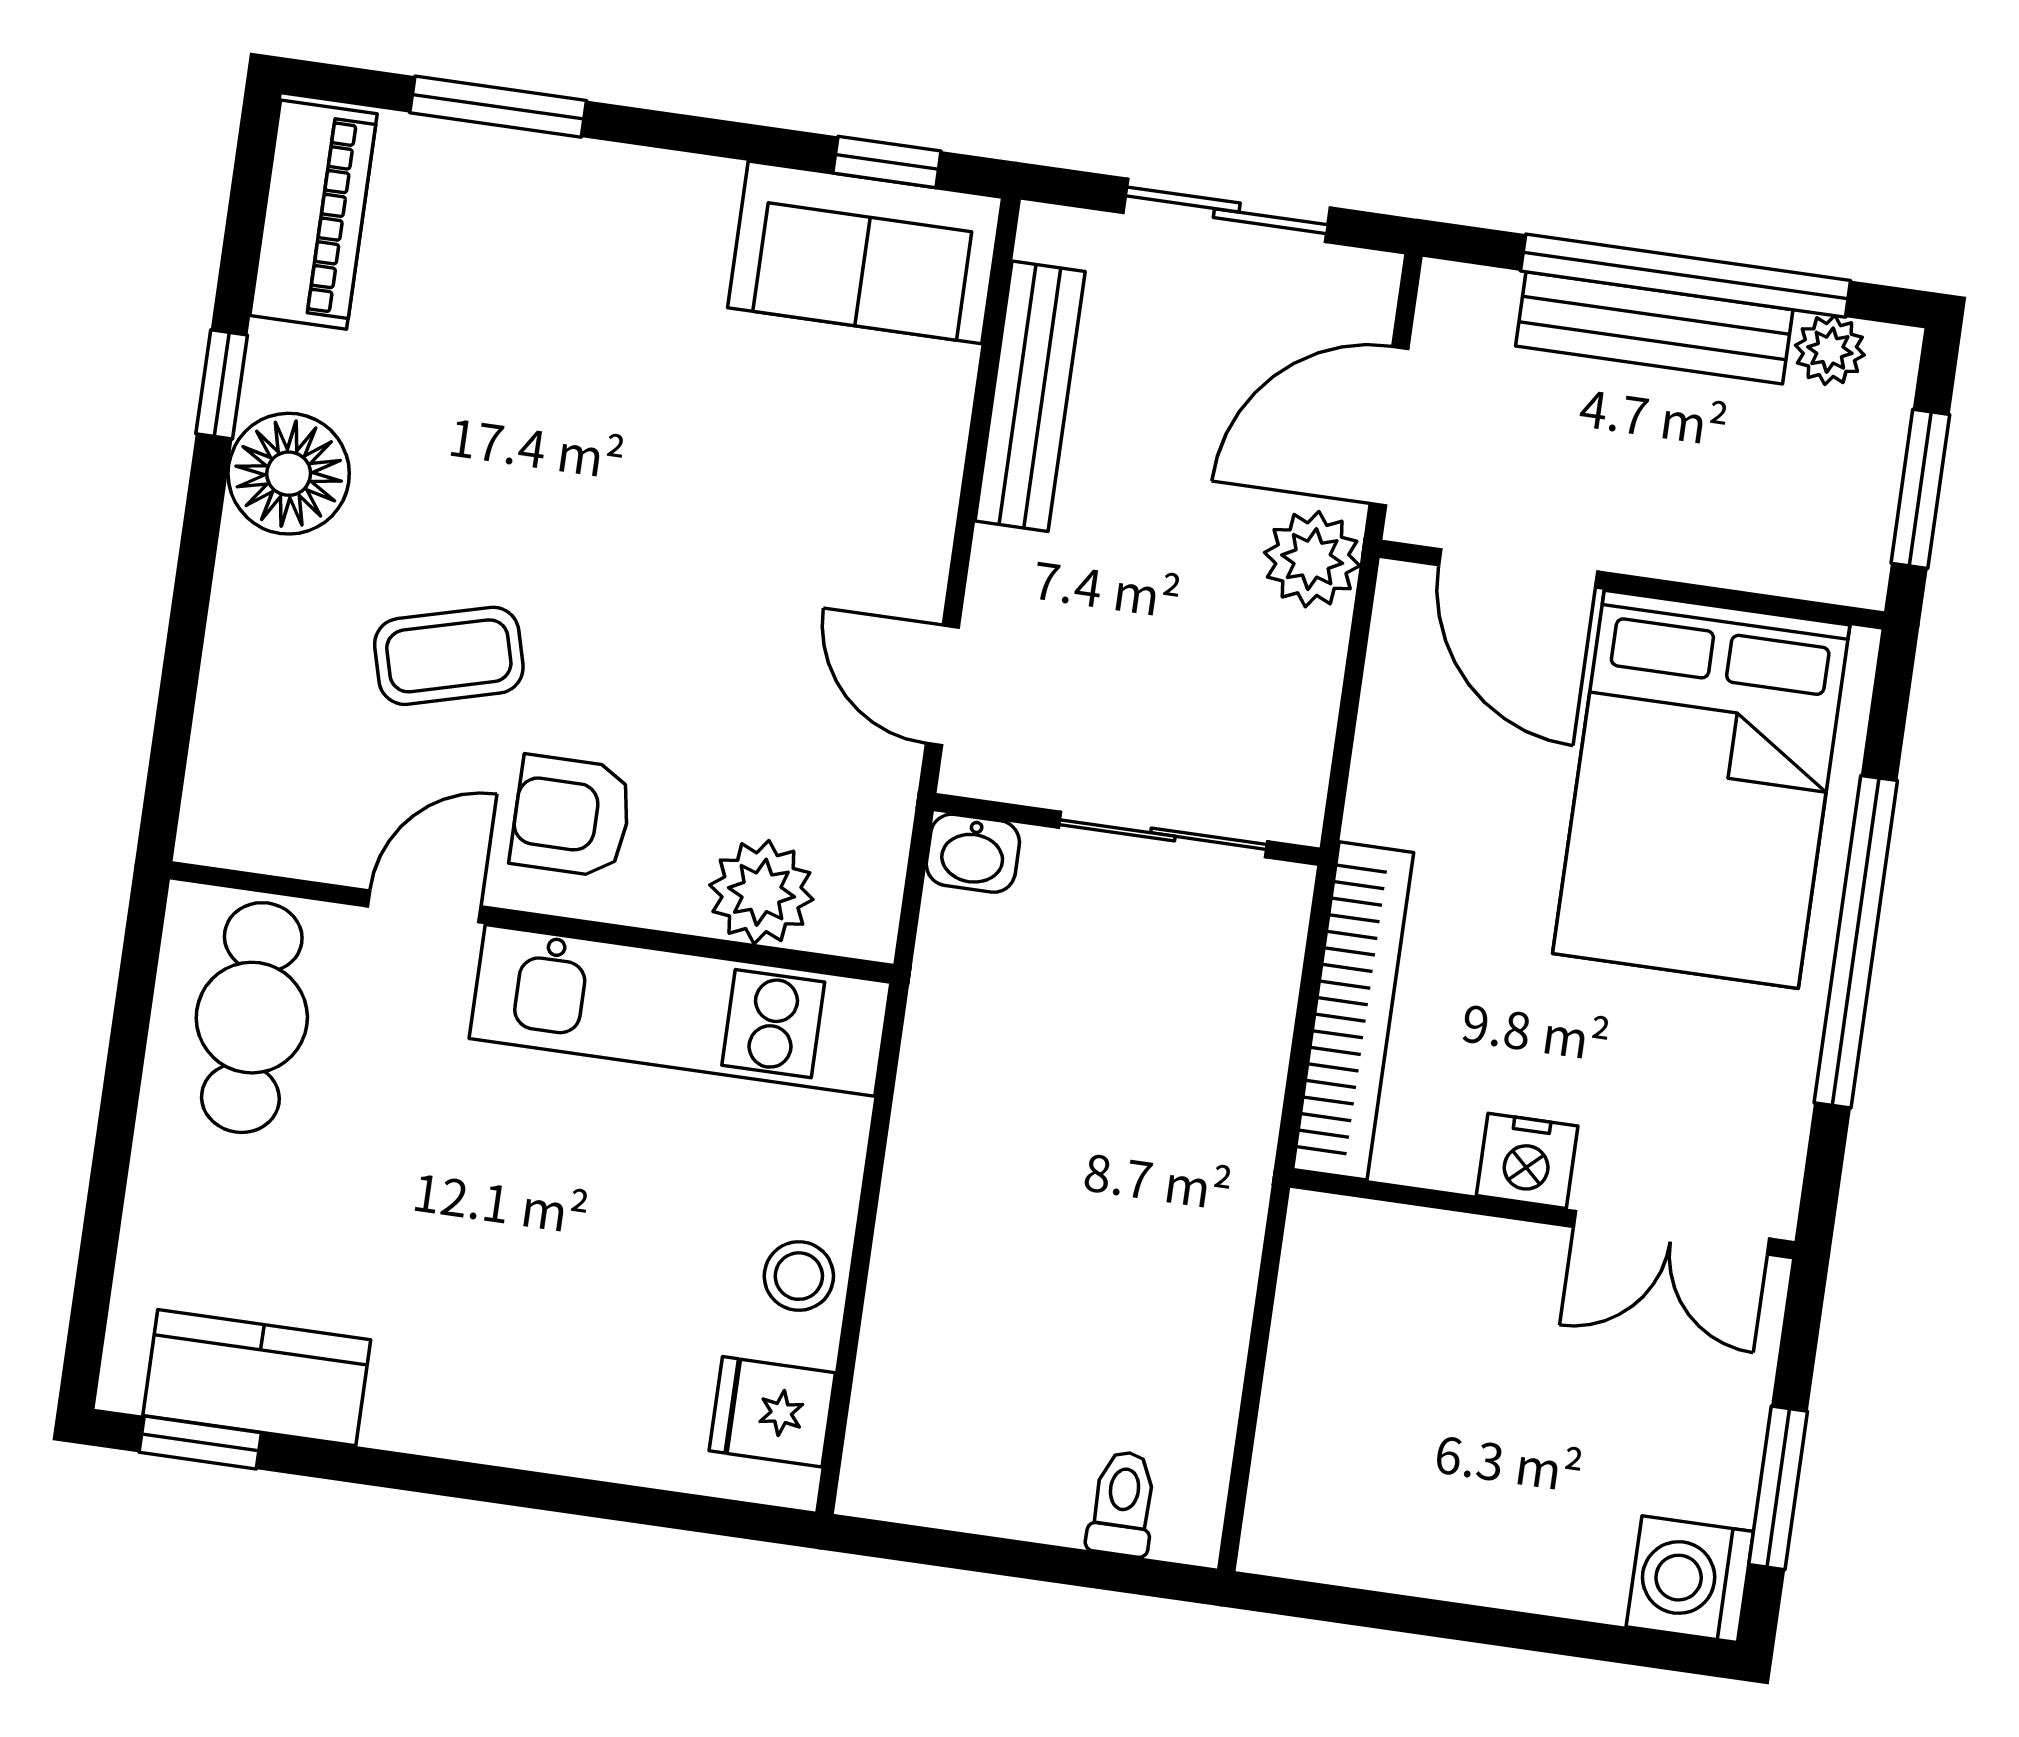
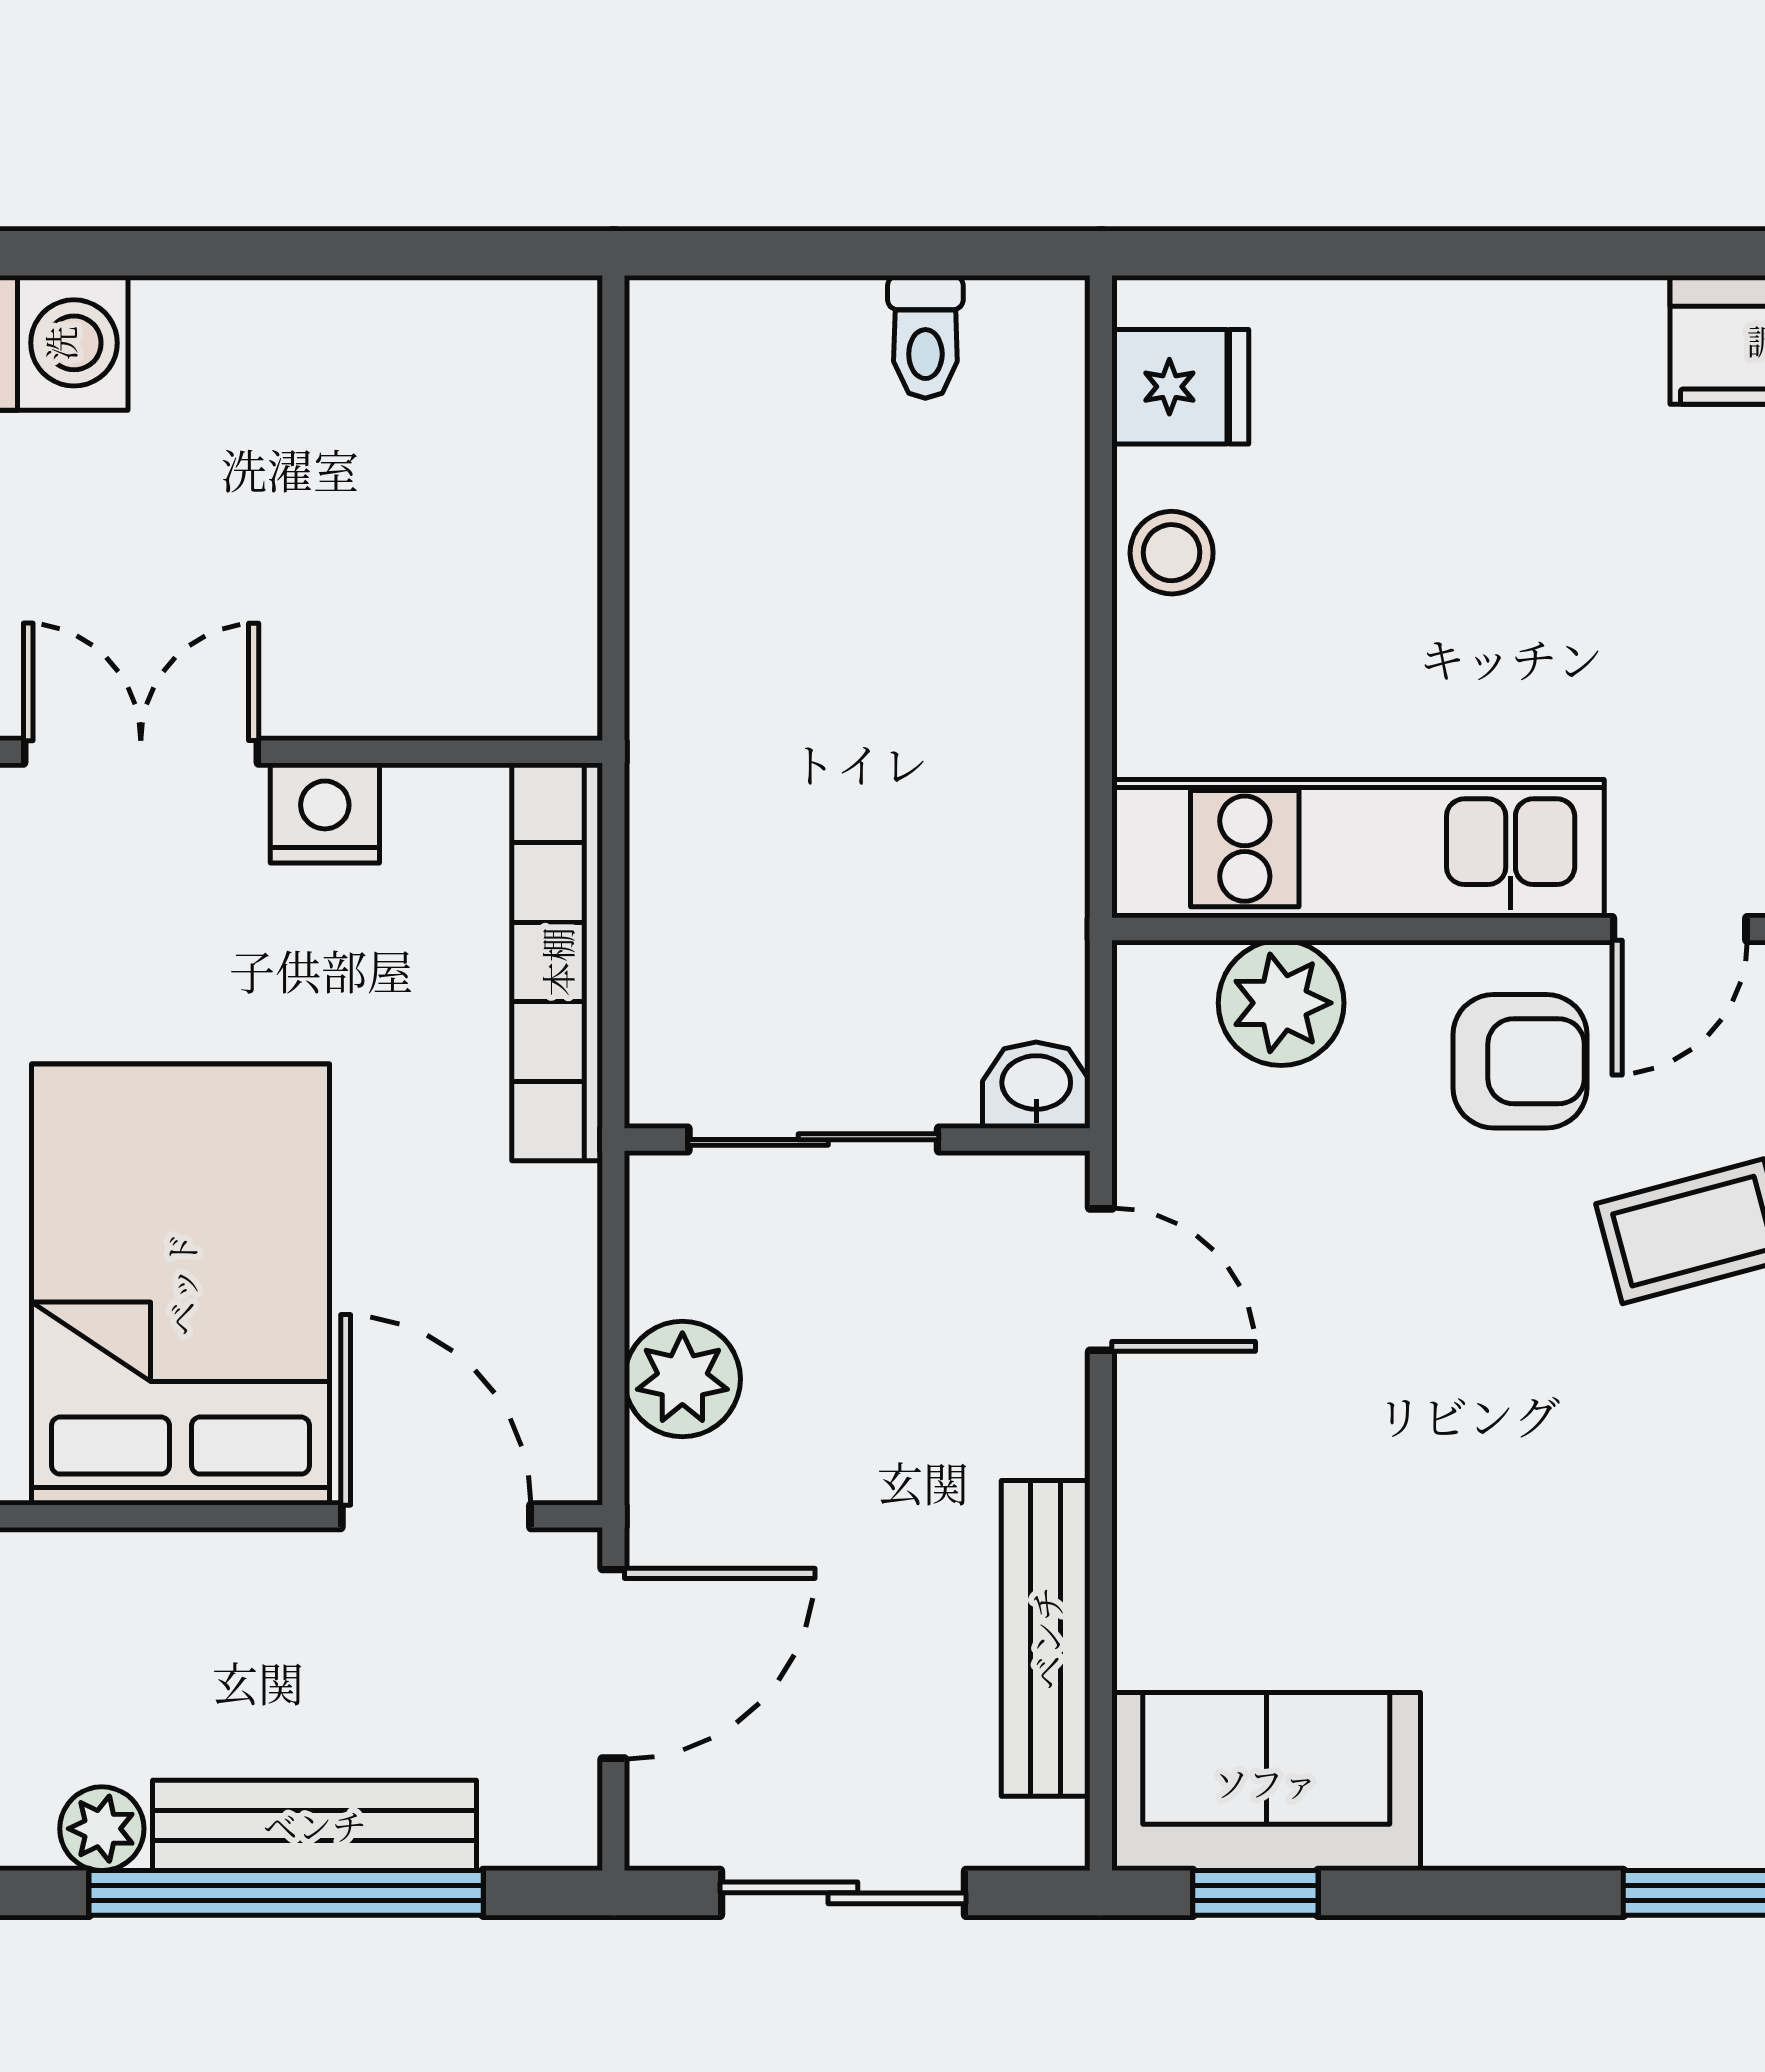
plant: (1312, 559) -> (682, 1379), moved
toilet: (1122, 1504) -> (925, 337), moved

